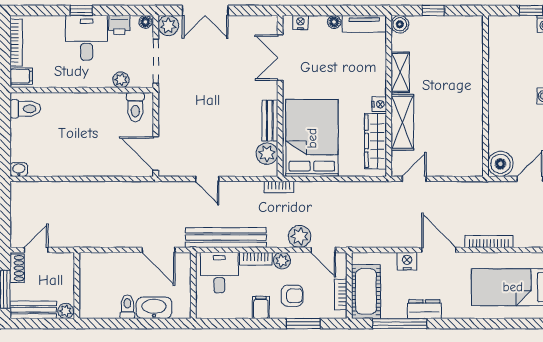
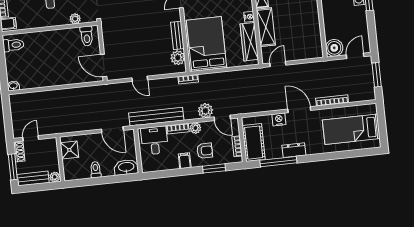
shower: (92, 273) -> (69, 150), added
washbasin: (154, 308) -> (126, 167), moved

